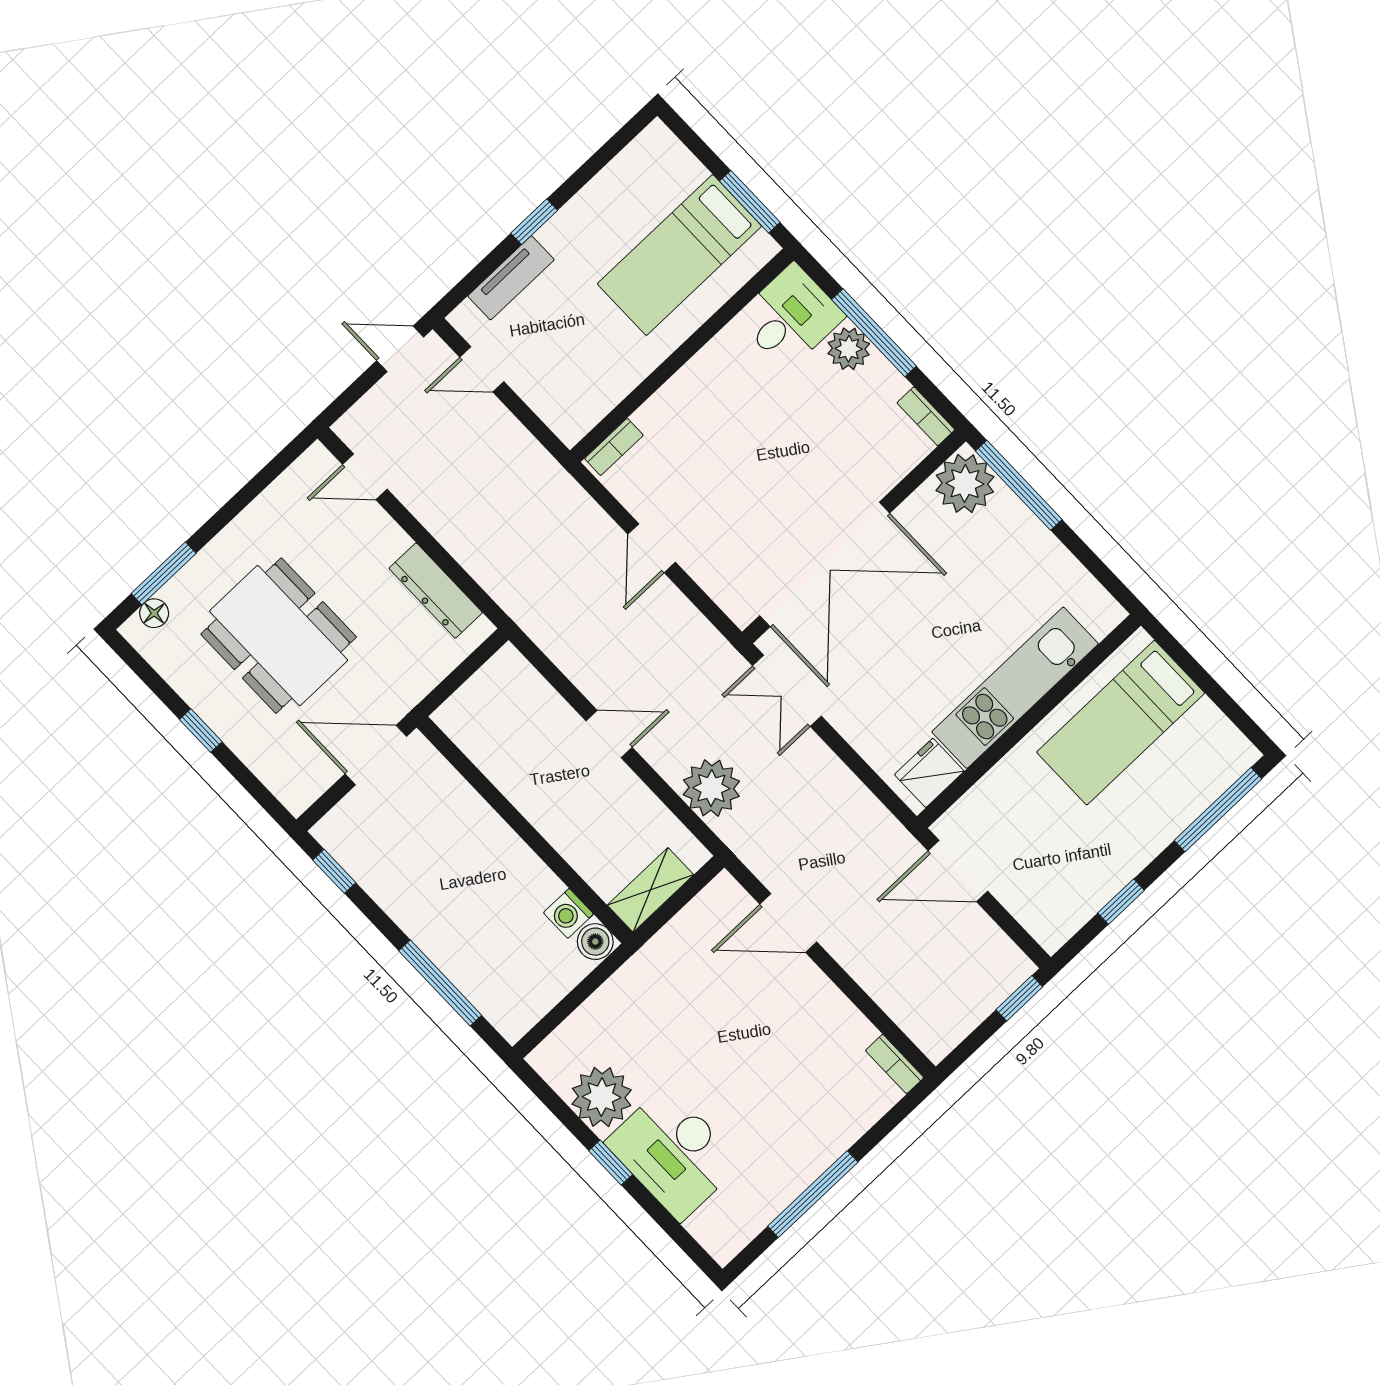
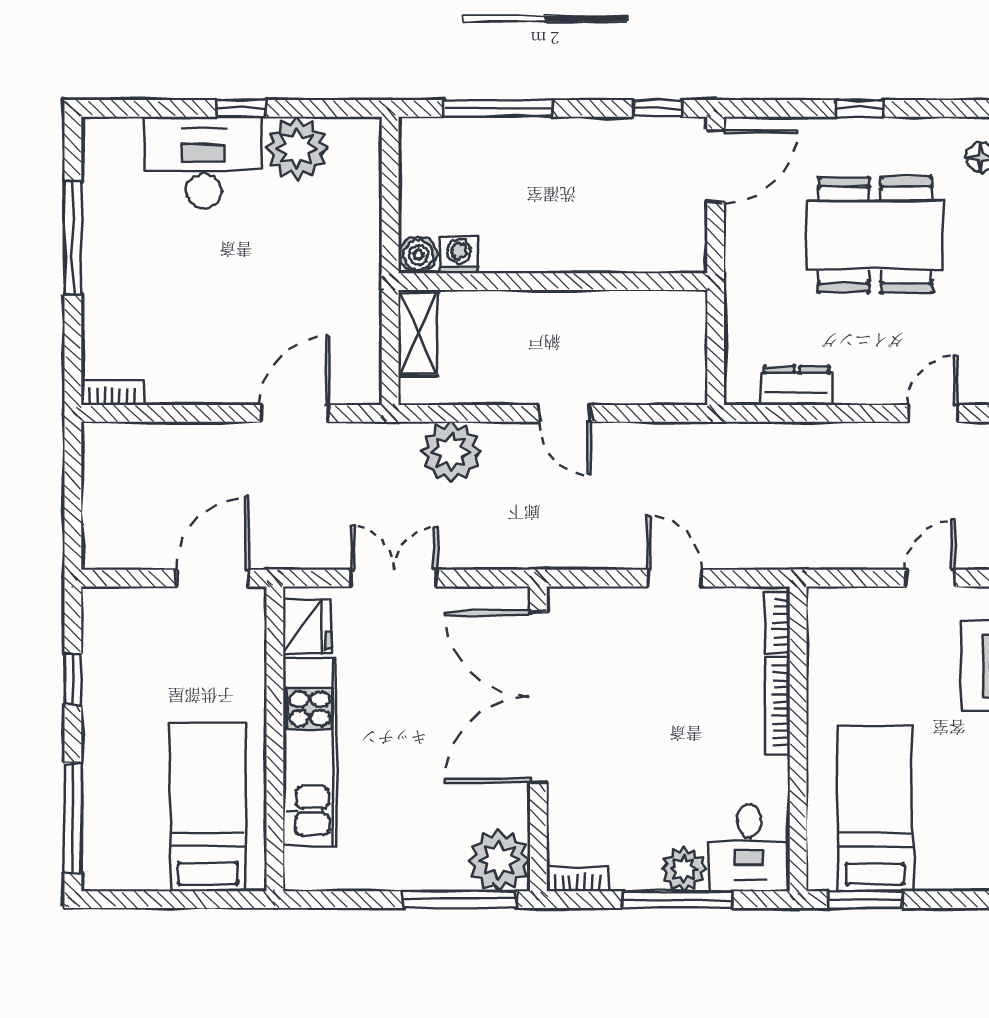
bookcase: (672, 392) -> (777, 706), added
dresser: (436, 590) -> (797, 385), width x0.70
double door: (787, 691) -> (394, 578), moved
door: (609, 734) -> (565, 413), hinge flipped
door: (376, 755) -> (716, 166), moved
window: (1019, 998) -> (73, 533), removed

